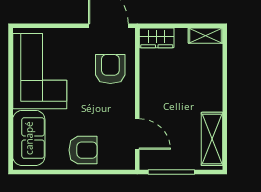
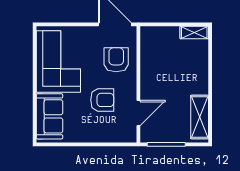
wardrobe: (157, 38) -> (154, 34), removed
door: (137, 134) -> (138, 113), hinge flipped
armchair: (83, 150) -> (102, 100), moved

